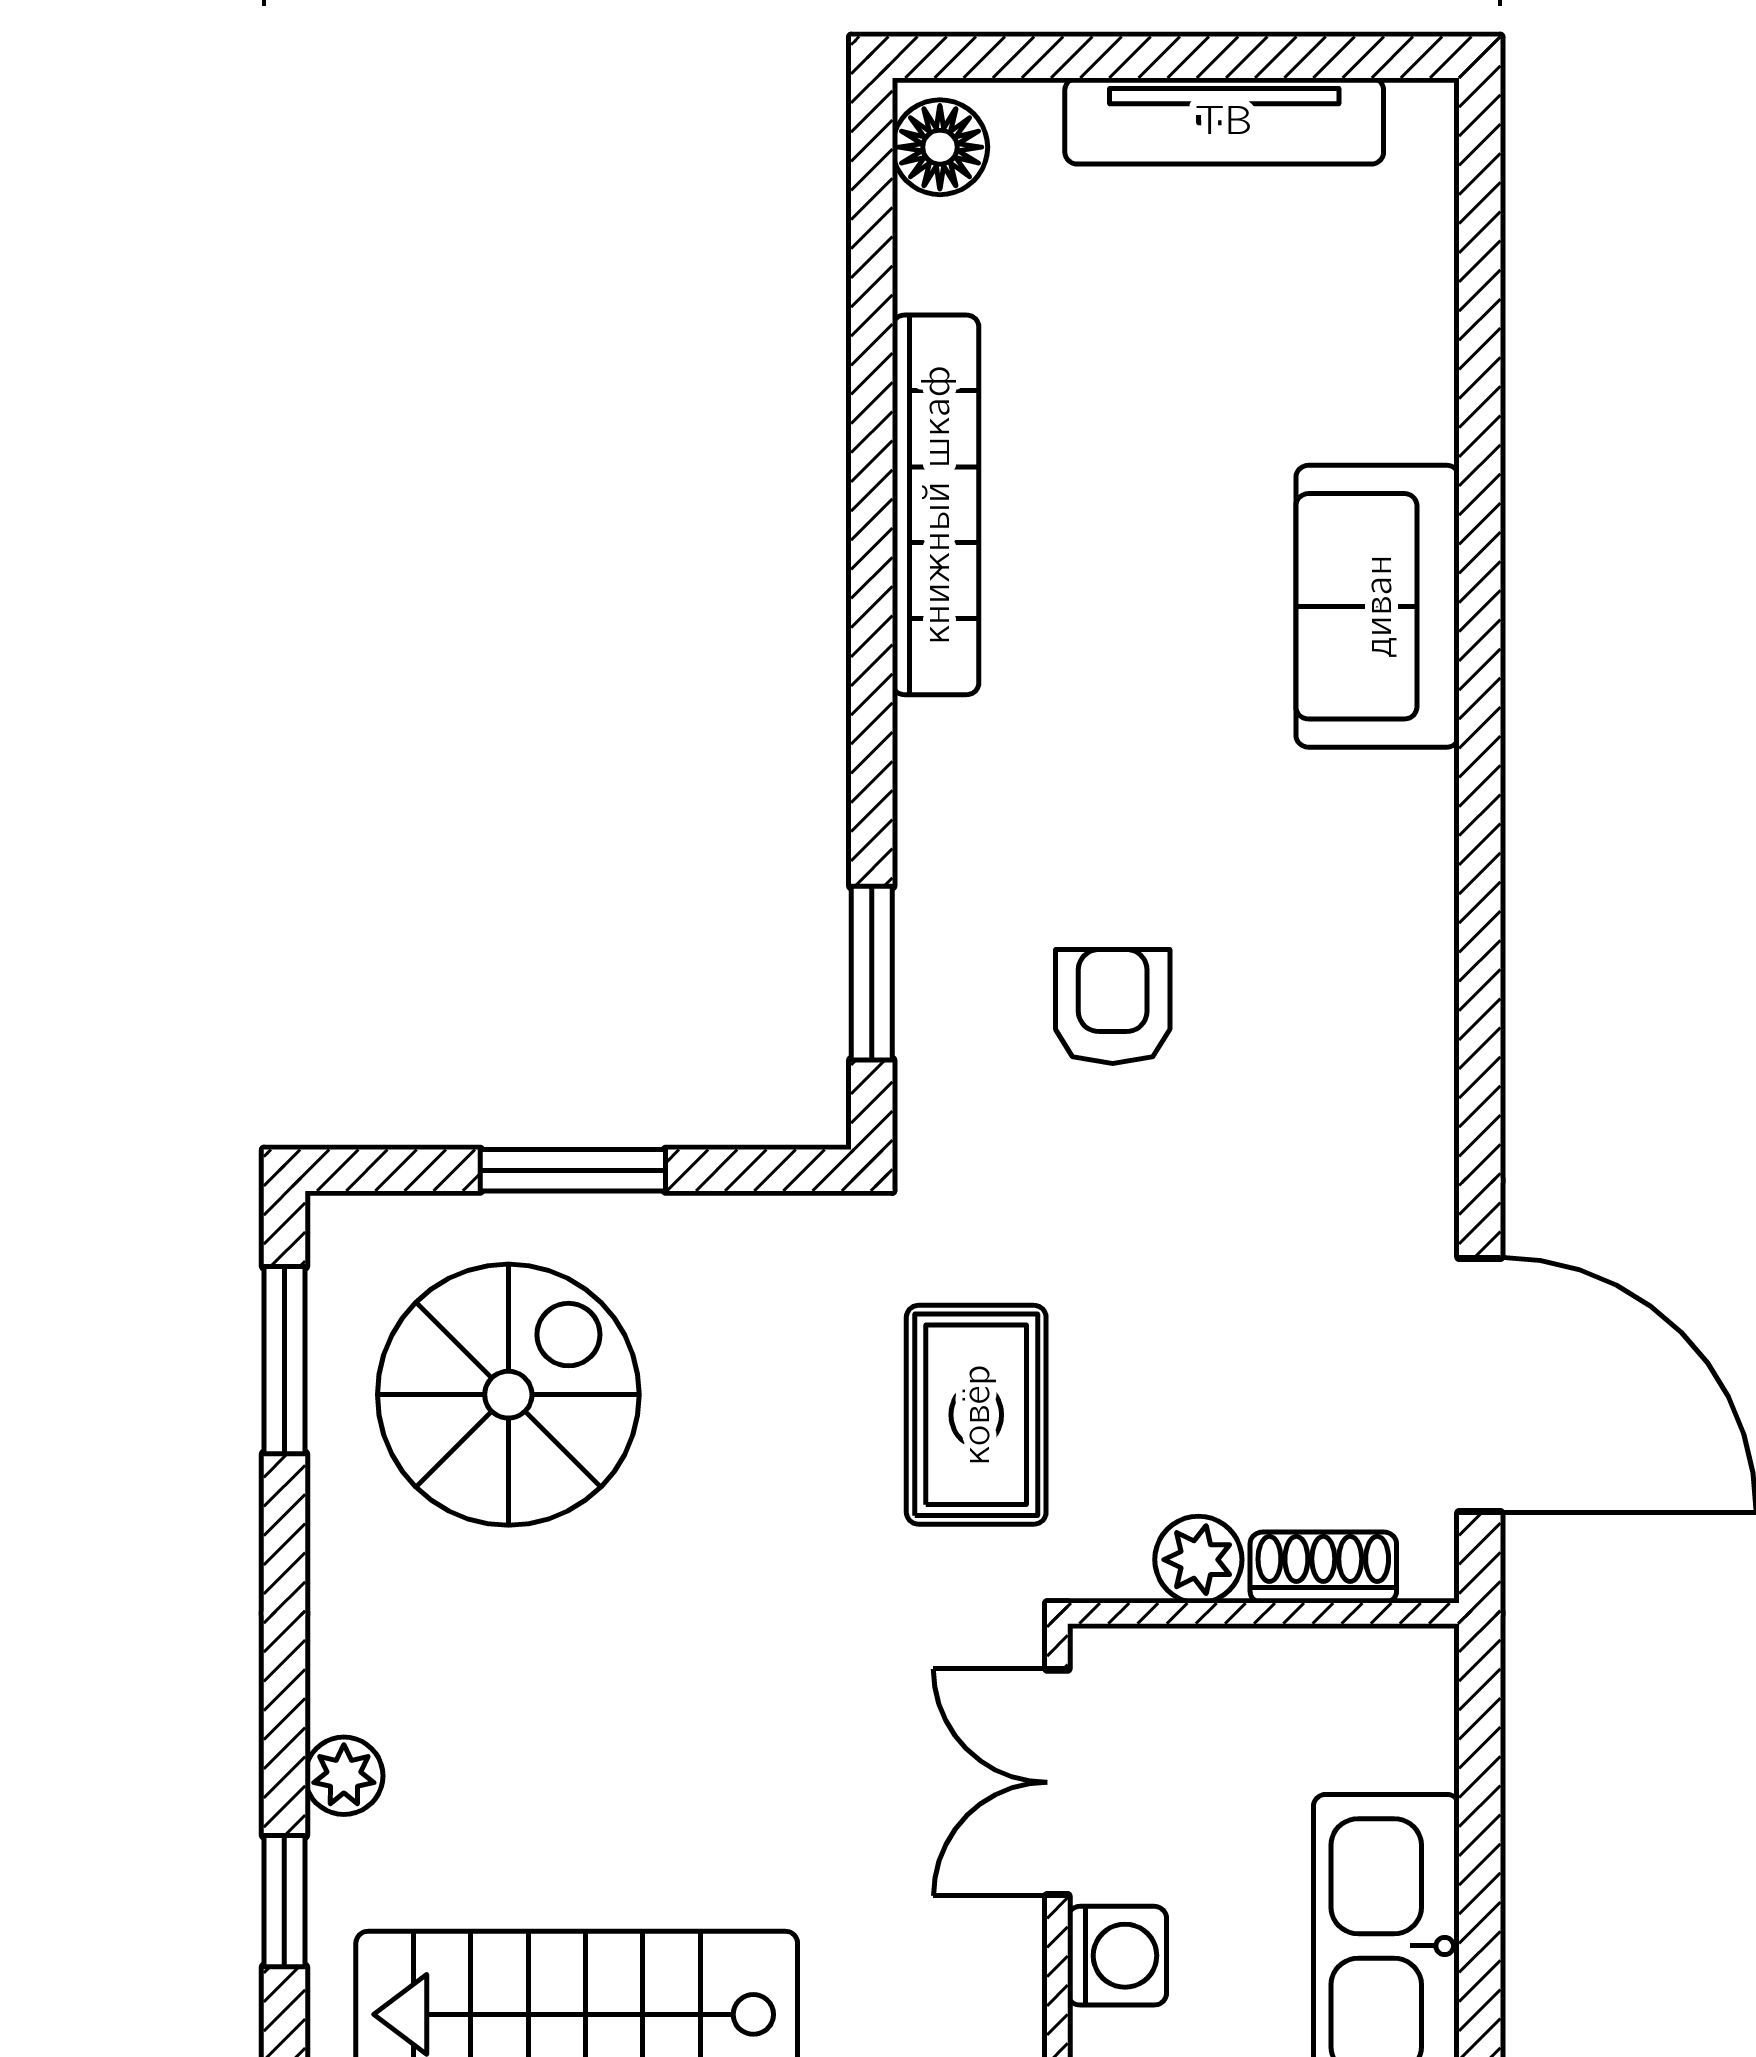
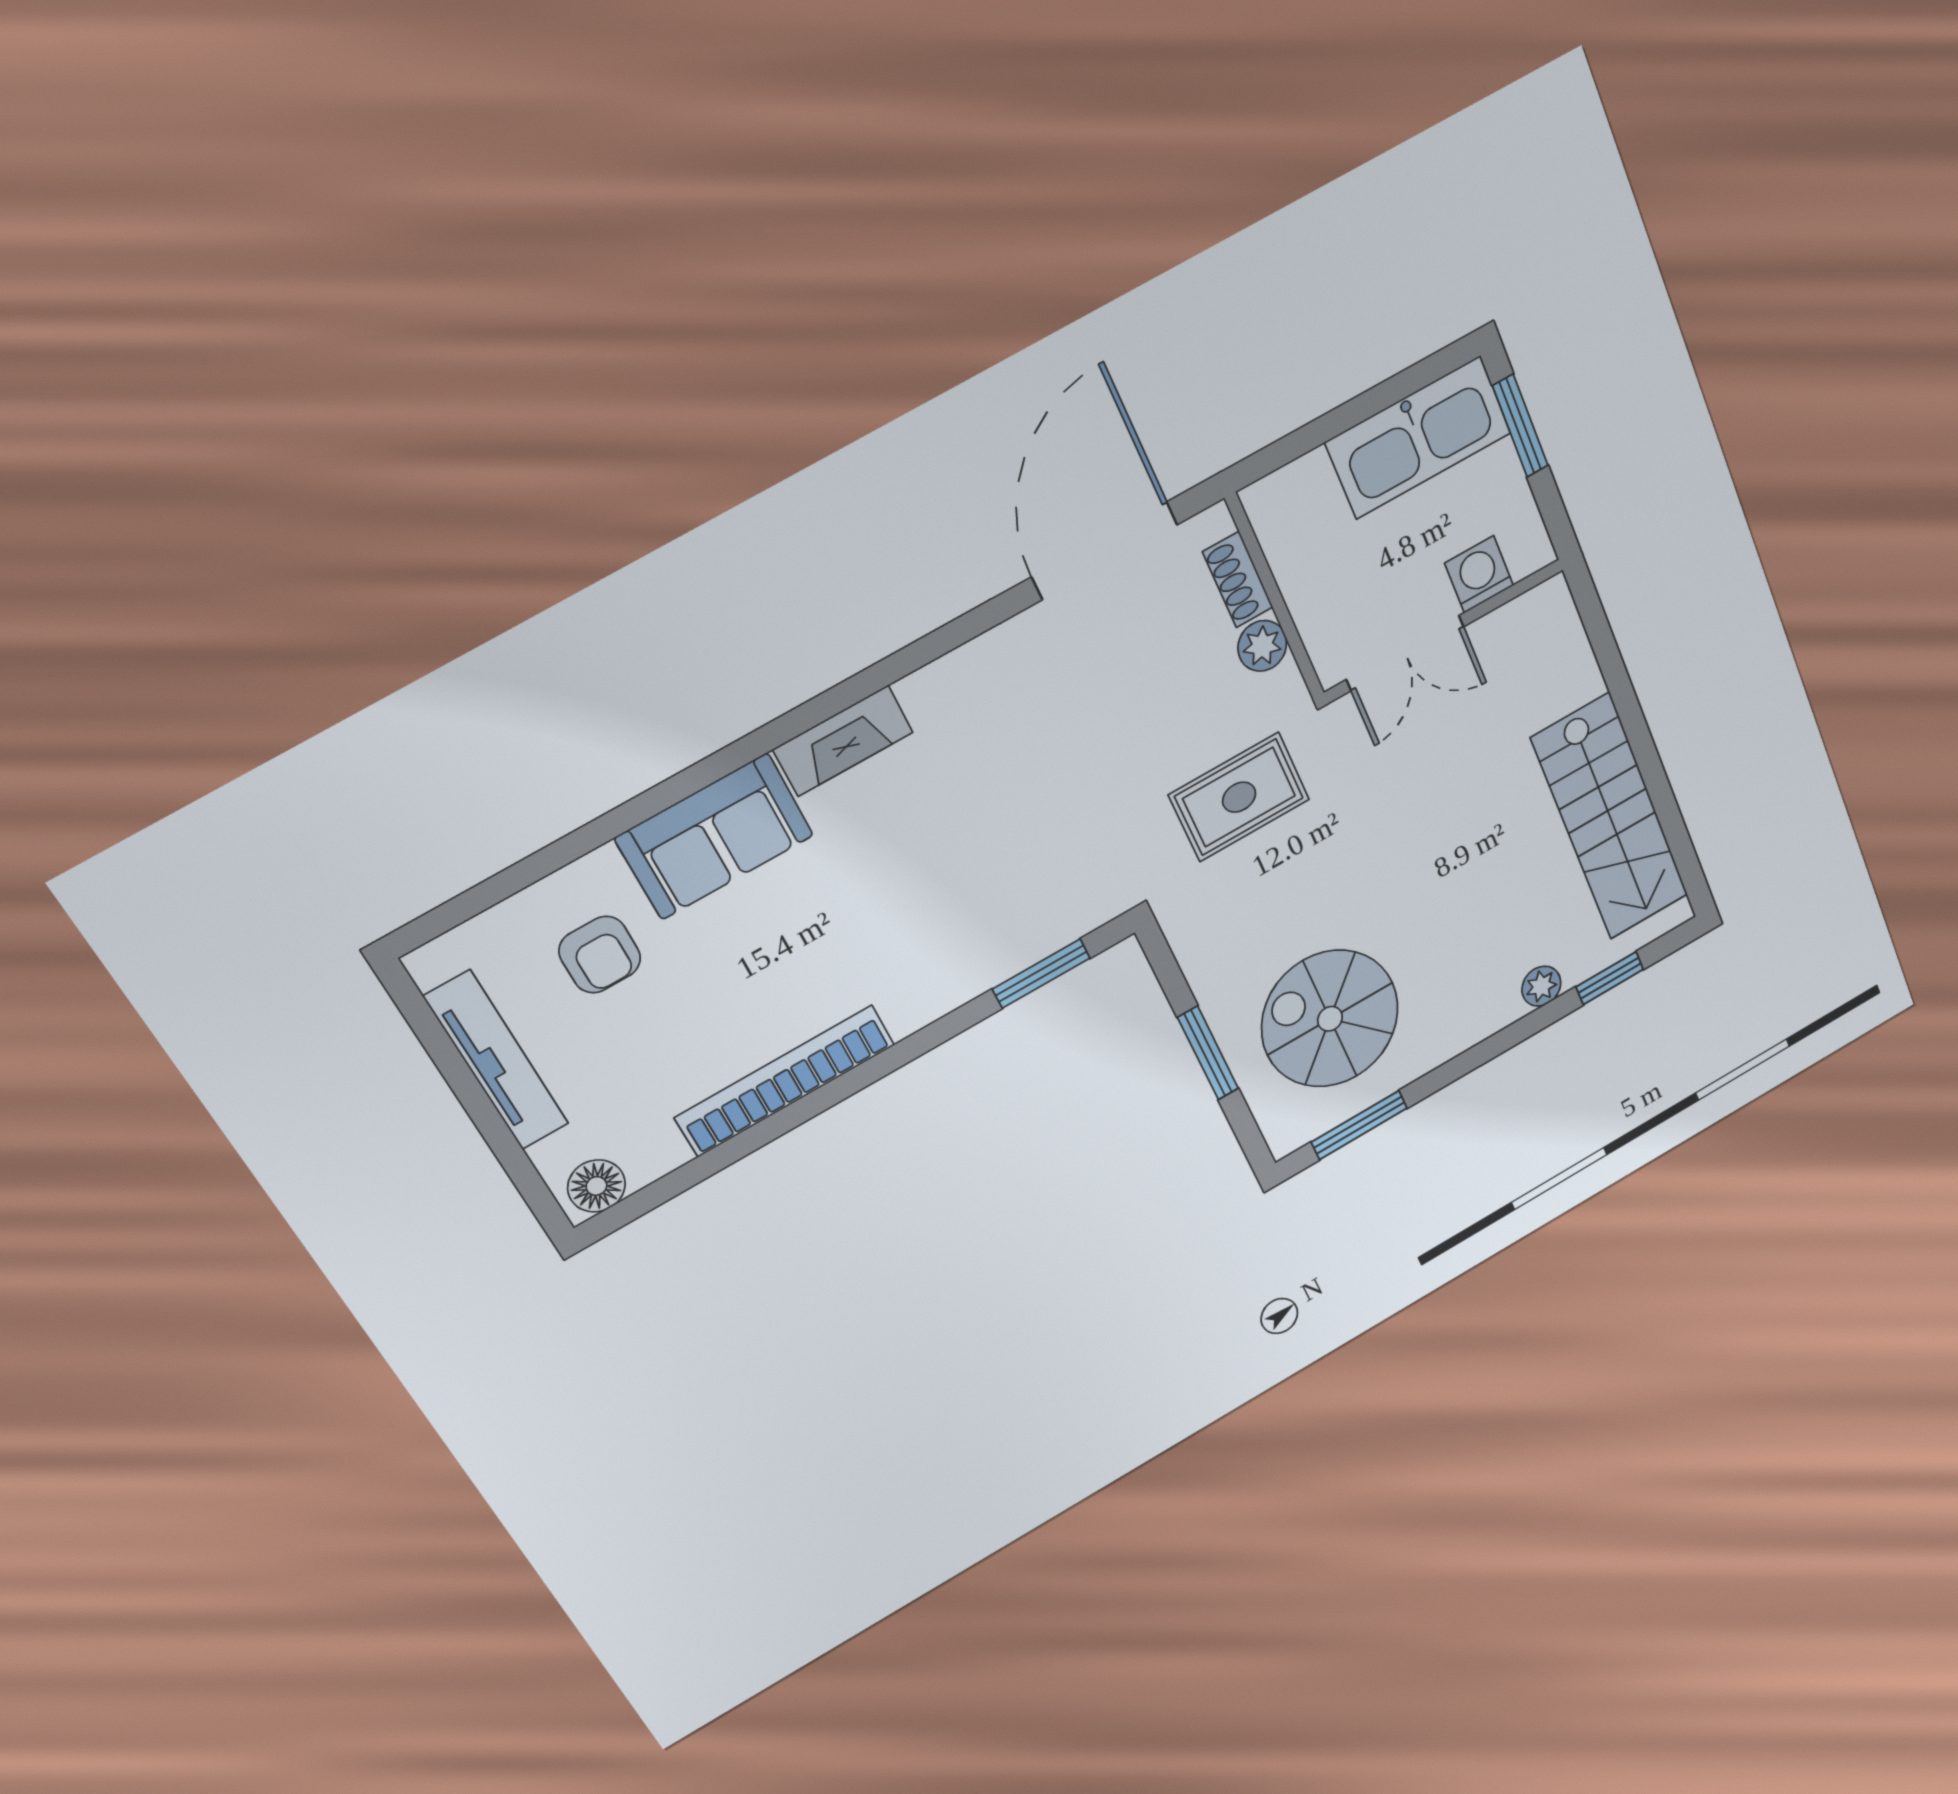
fireplace: (1413, 863) -> (843, 741), added
armchair: (1113, 1007) -> (600, 955), moved, turned -90

